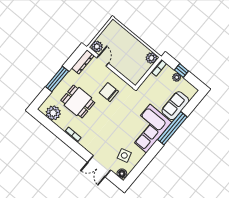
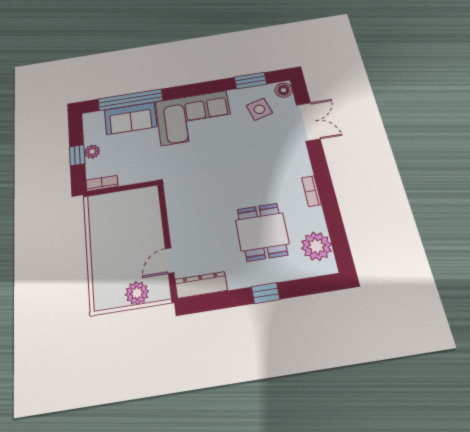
plant: (97, 46) -> (137, 293), moved
plant: (151, 58) -> (98, 205), removed
window: (57, 79) -> (266, 293), width x0.46
chair: (109, 92) -> (203, 208), removed
window: (172, 128) -> (130, 100), moved
window: (140, 167) -> (250, 81), added

